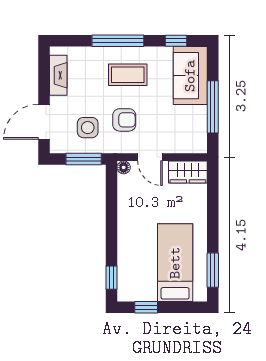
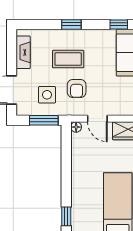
window: (118, 41) -> (71, 24), width x0.46
coffee table: (128, 75) -> (68, 59), moved
armchair: (124, 120) -> (77, 89), turned 90

